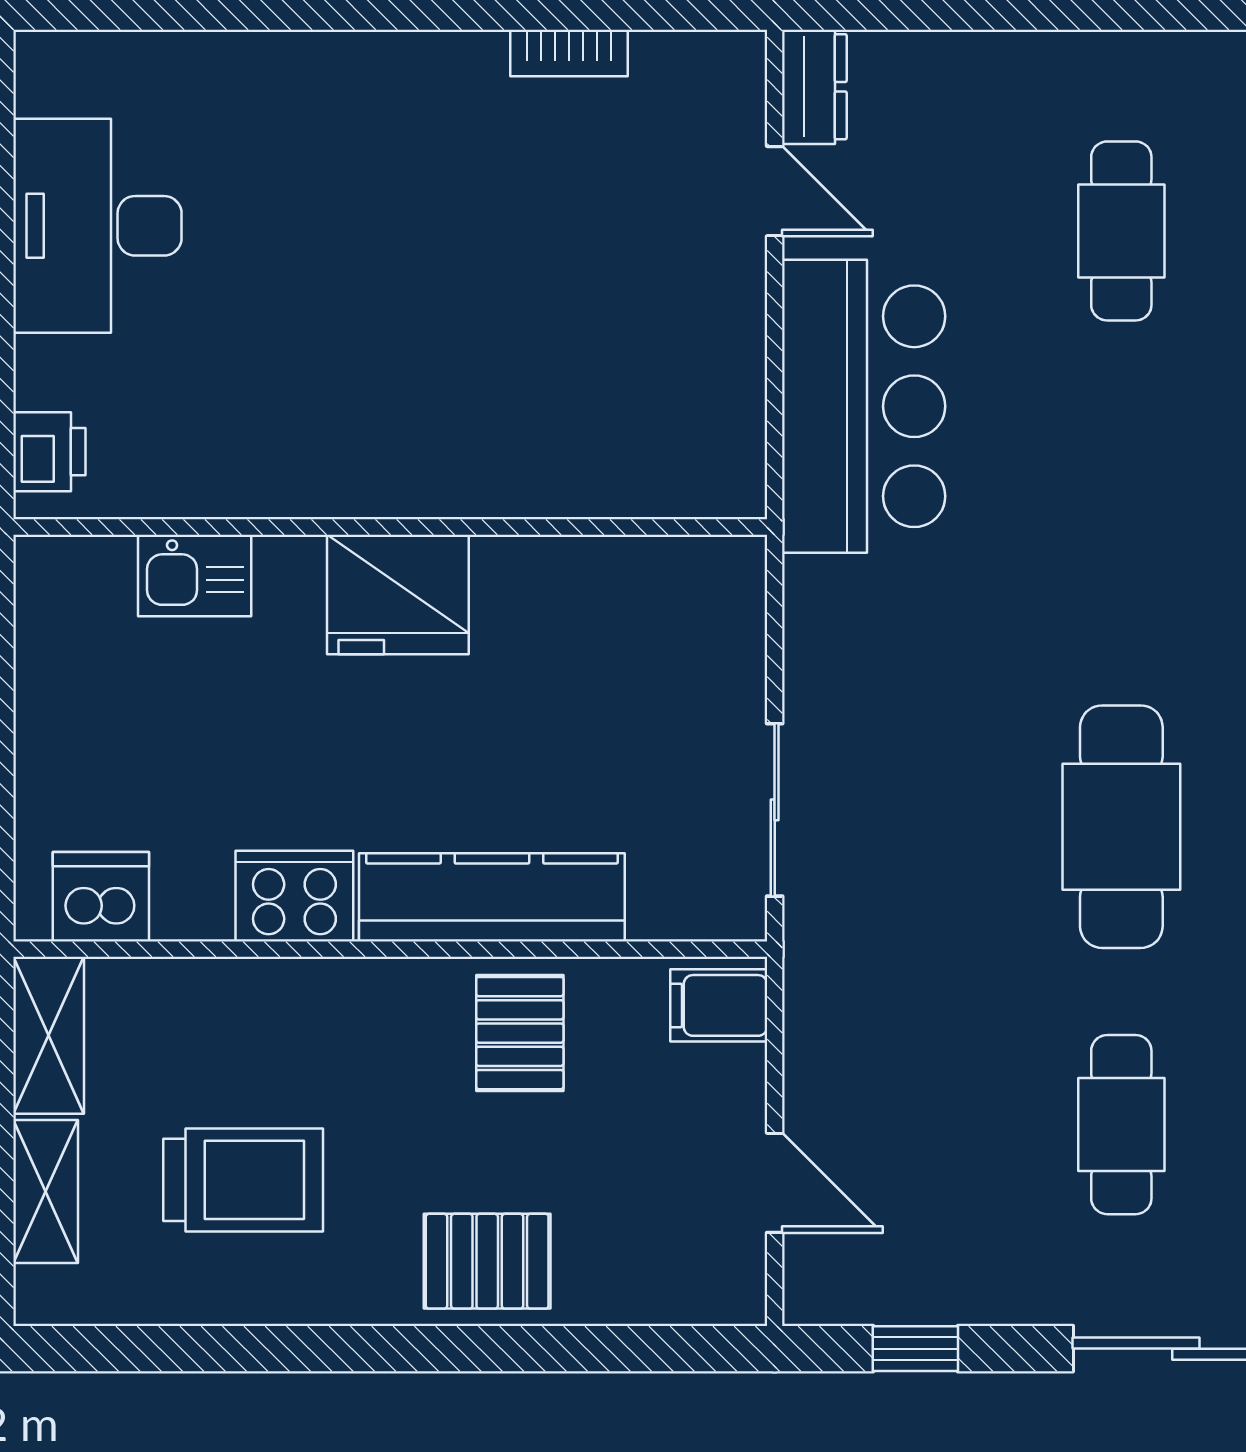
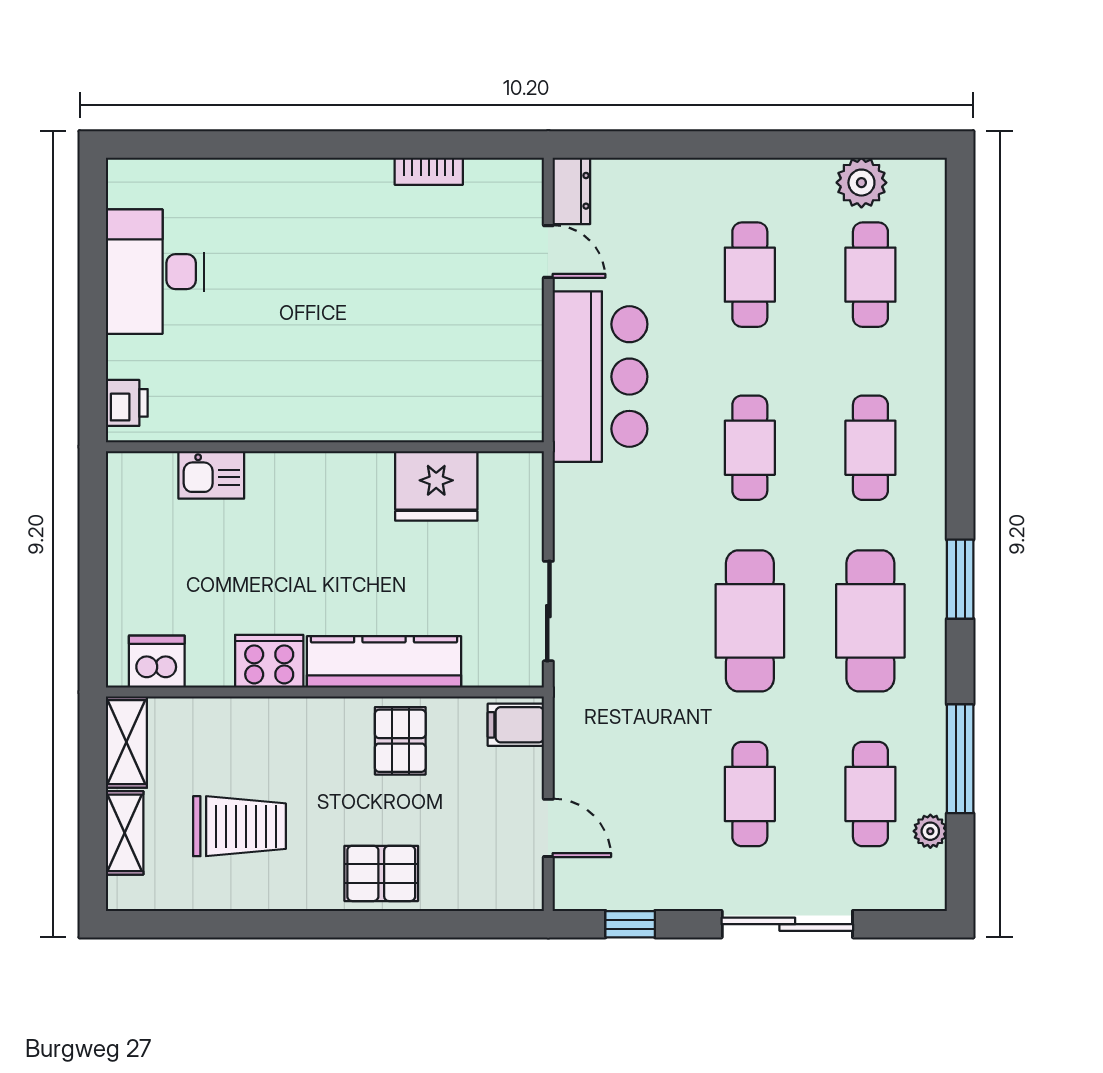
cafe table: (1121, 529) -> (750, 448), added
fridge: (398, 594) -> (436, 486), moved

